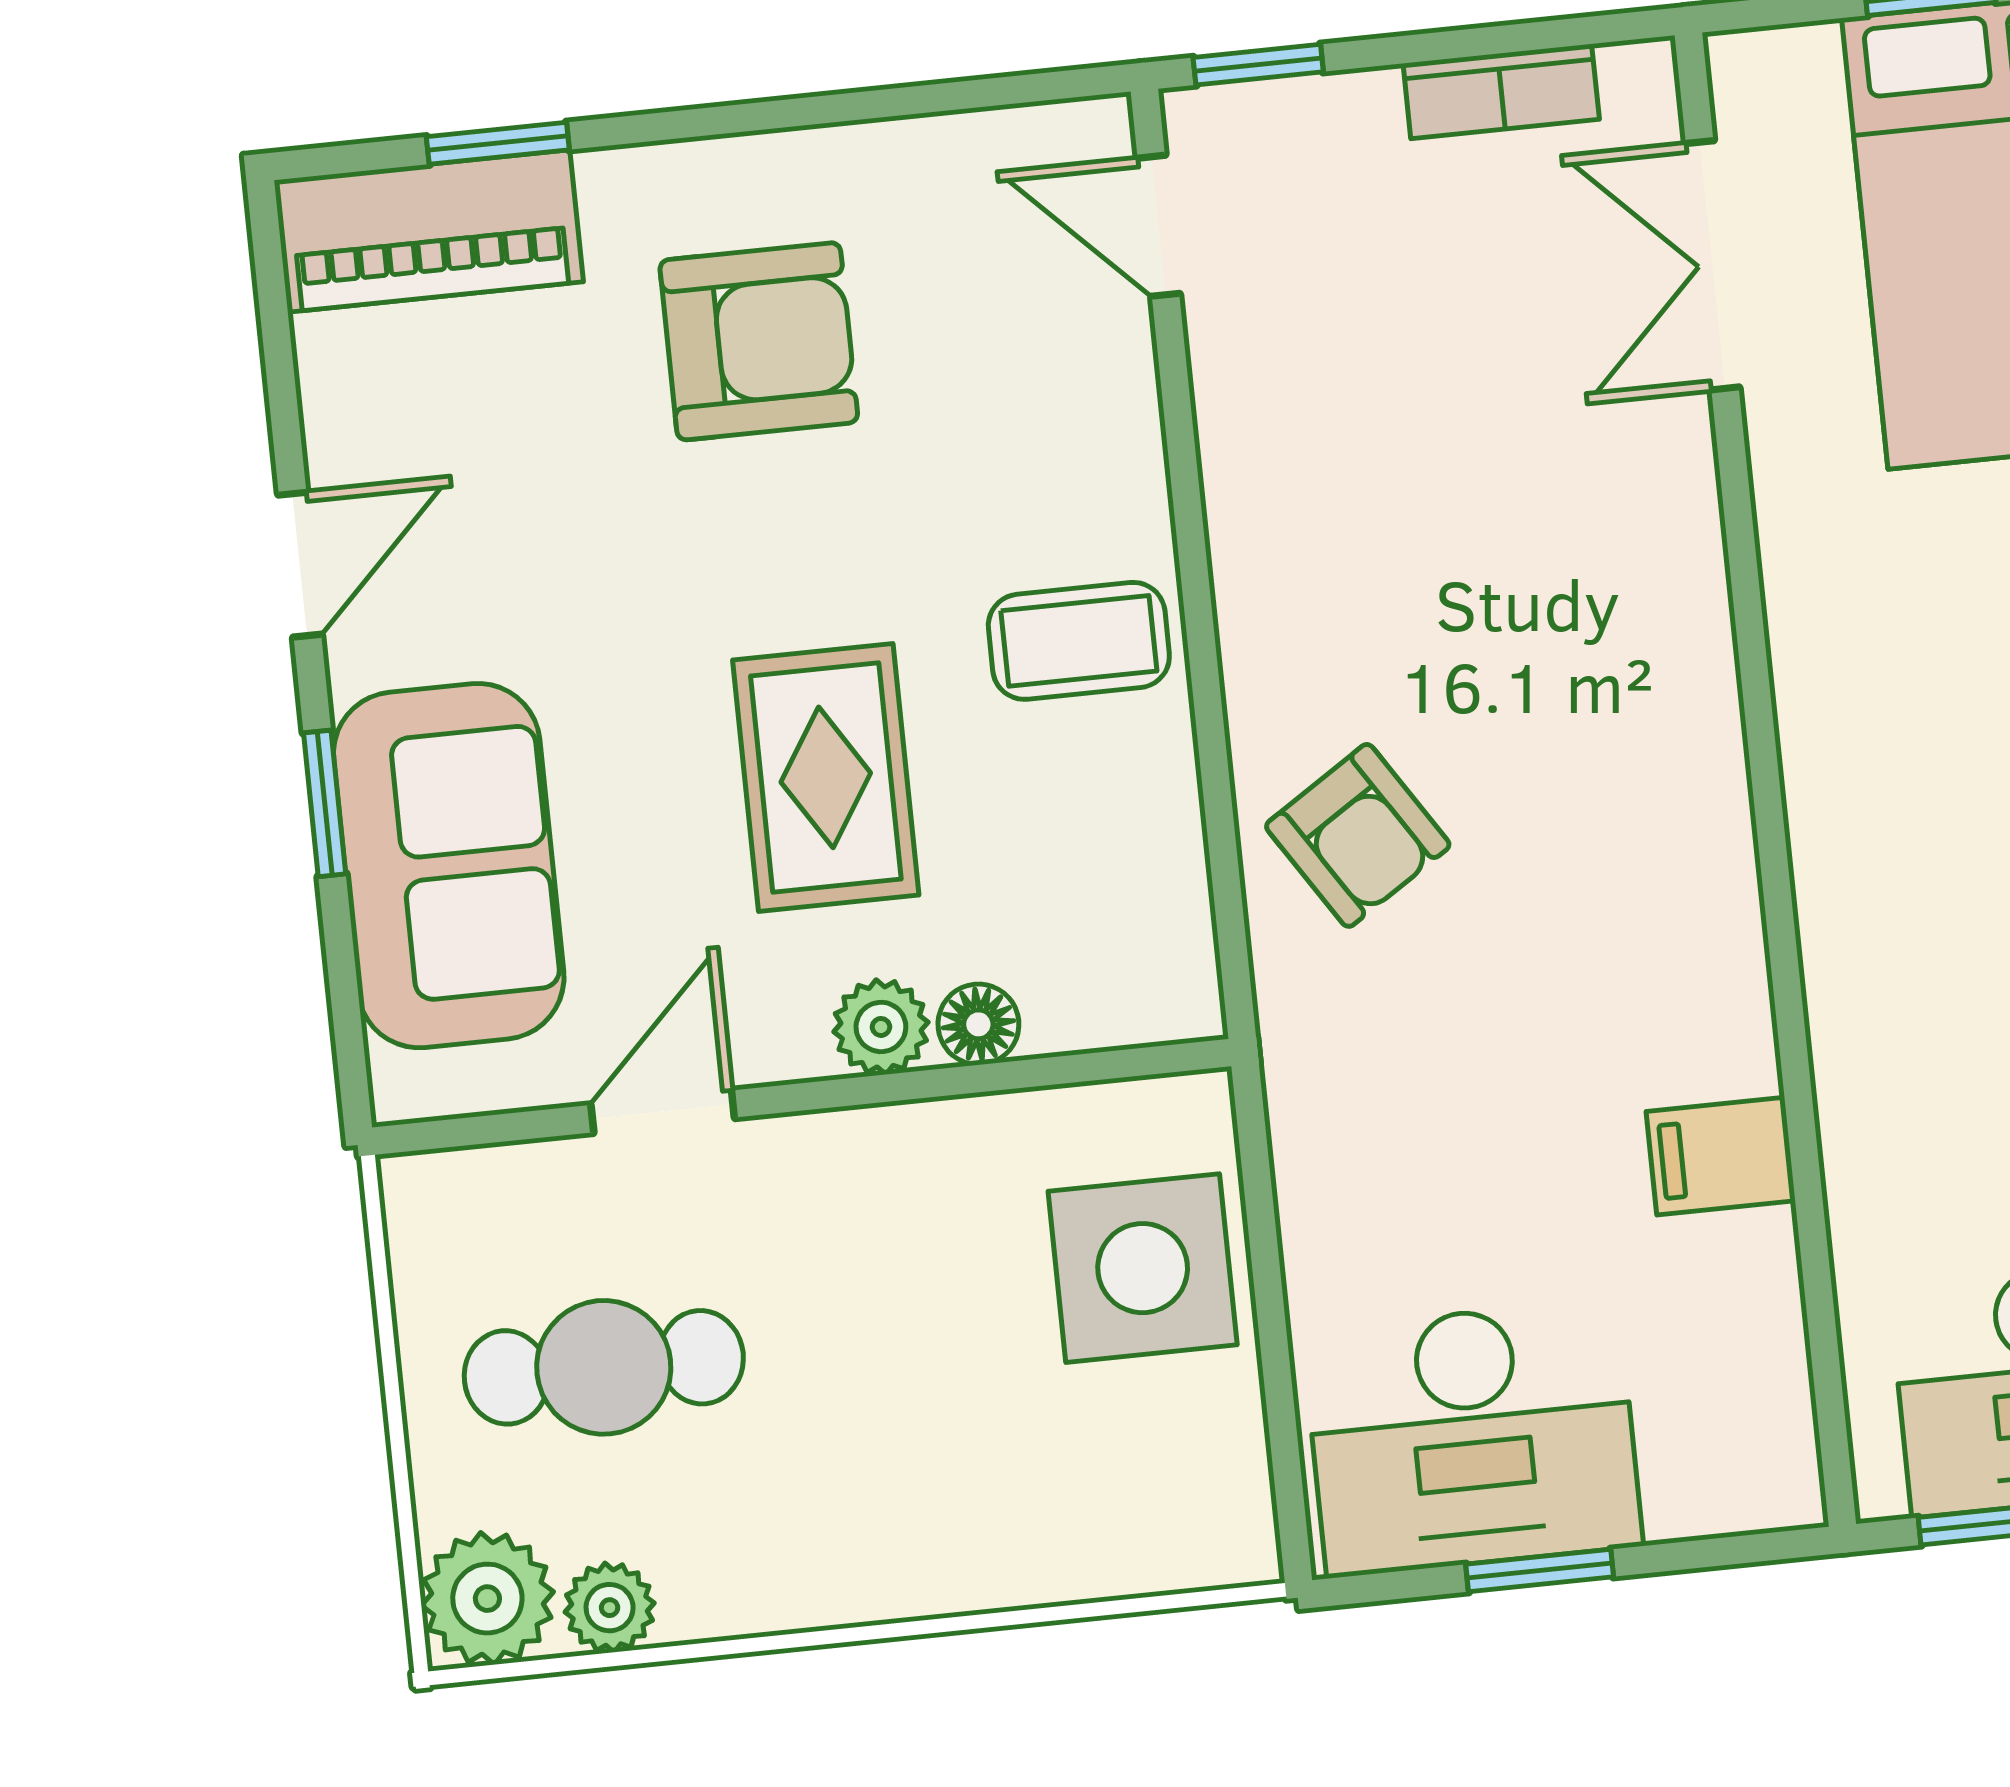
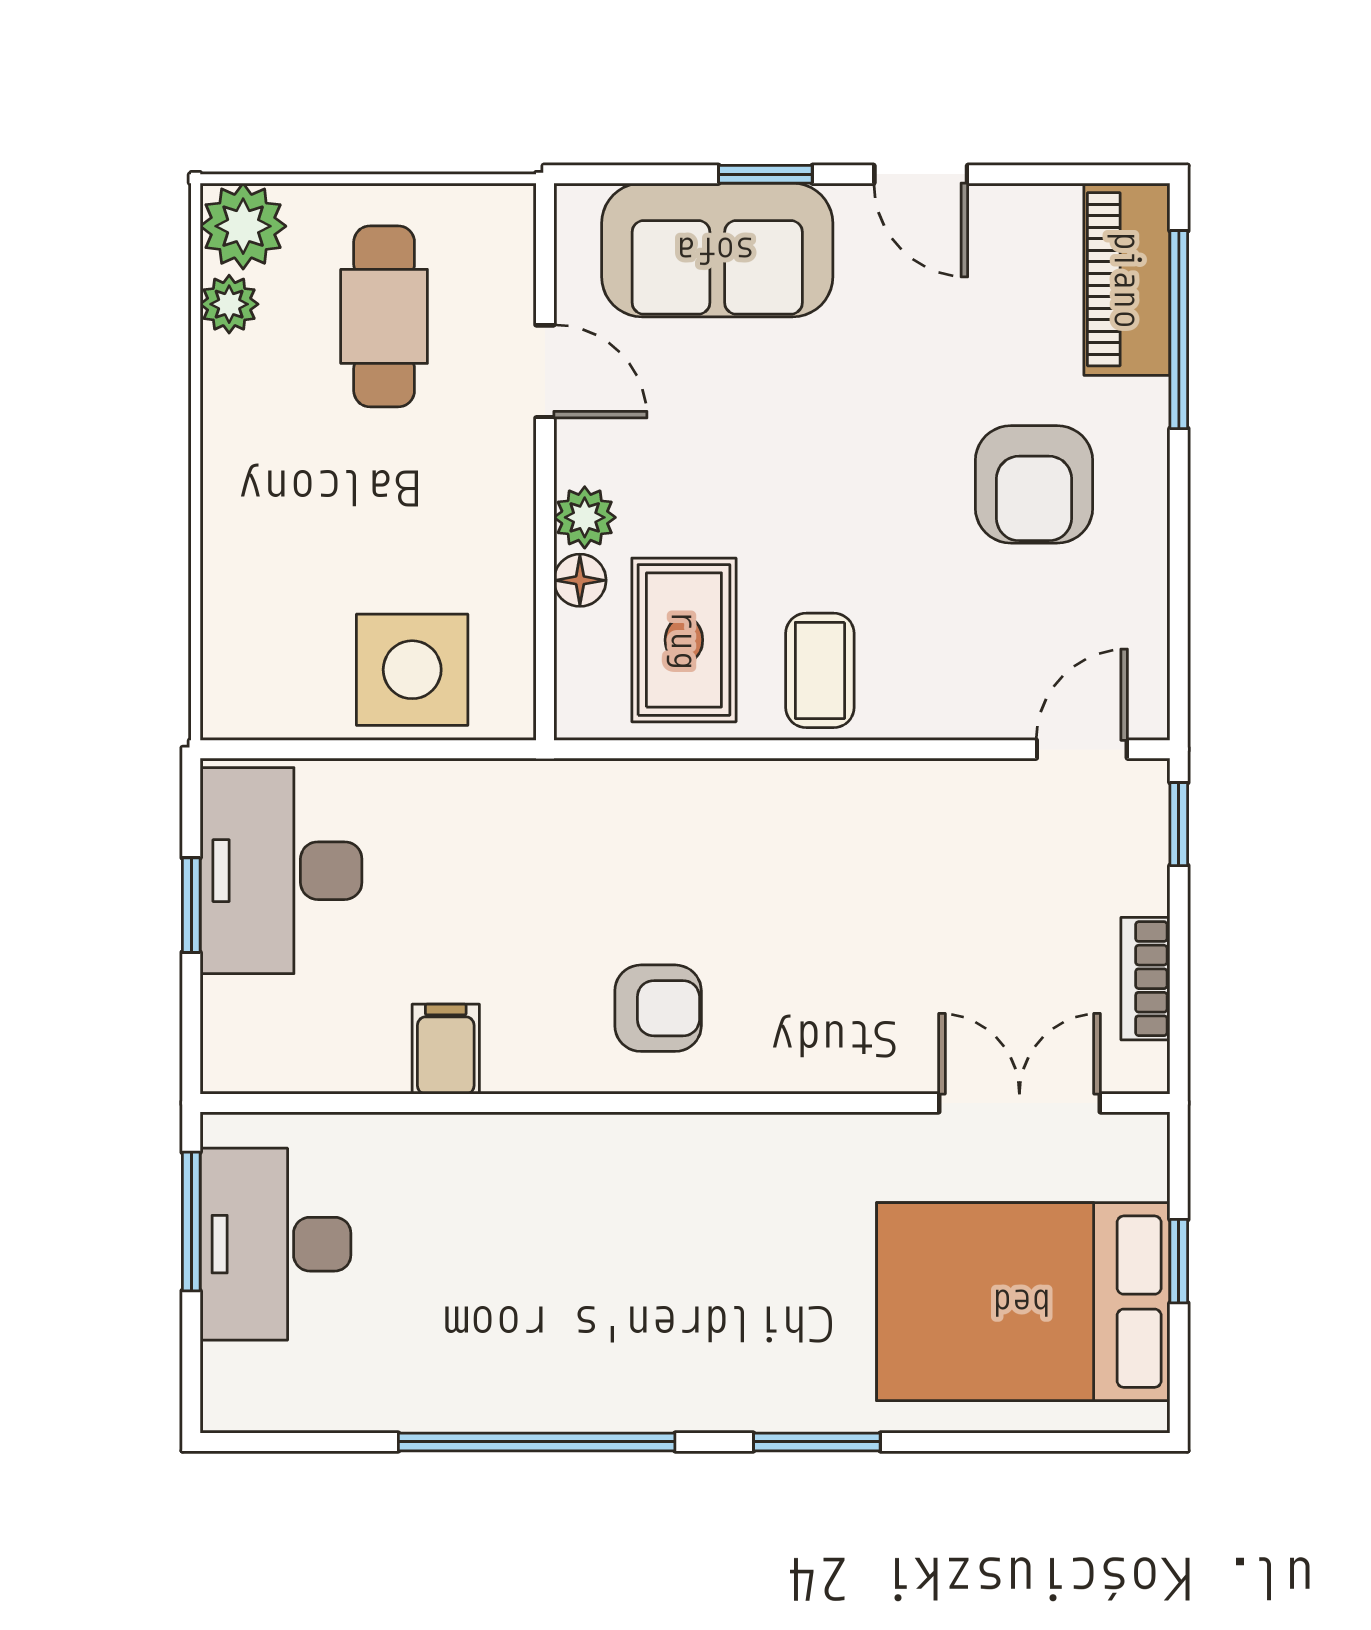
window: (498, 143) -> (1179, 330), width x2.17
rug: (826, 777) -> (684, 640), moved, turned 90
armchair: (1358, 835) -> (658, 1008), moved, turned -147

